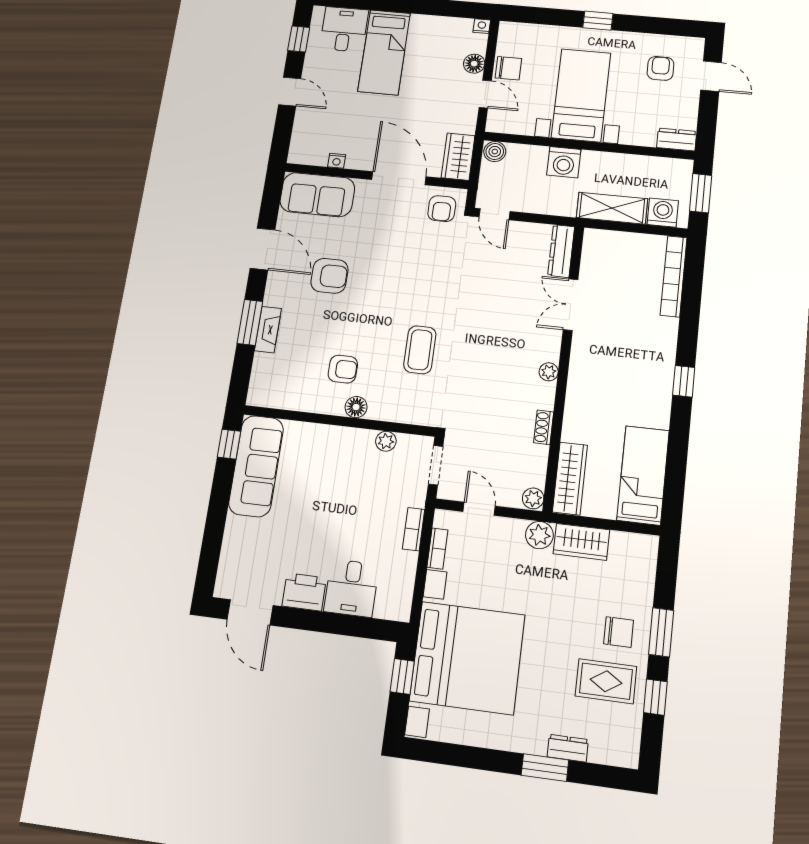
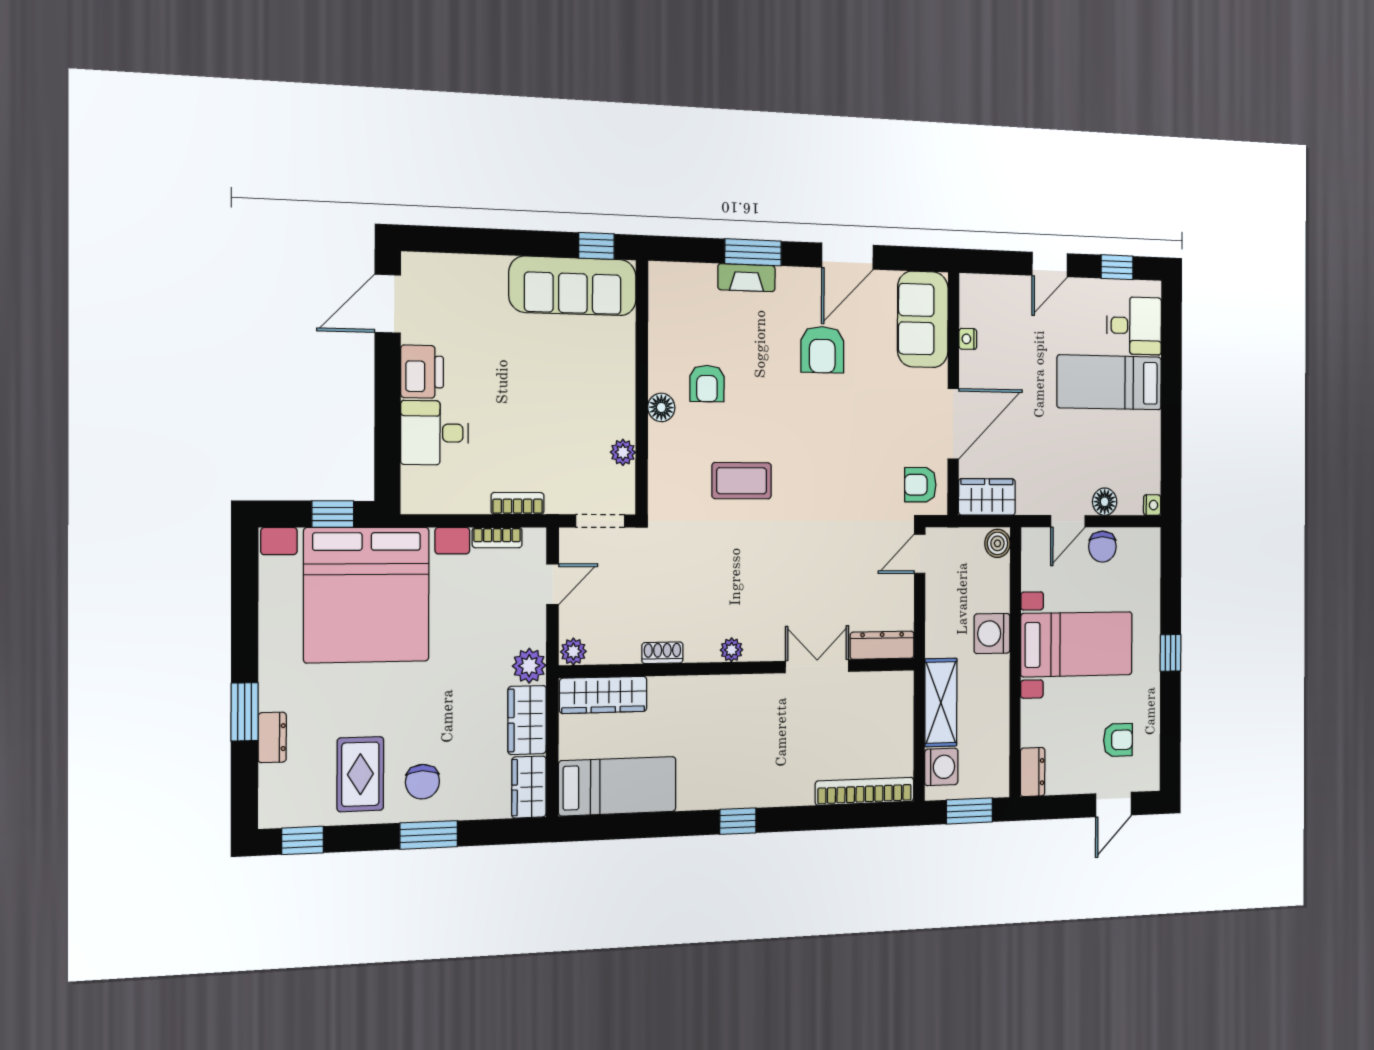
wardrobe: (634, 547) -> (529, 787), added
window: (655, 697) -> (303, 840), moved

